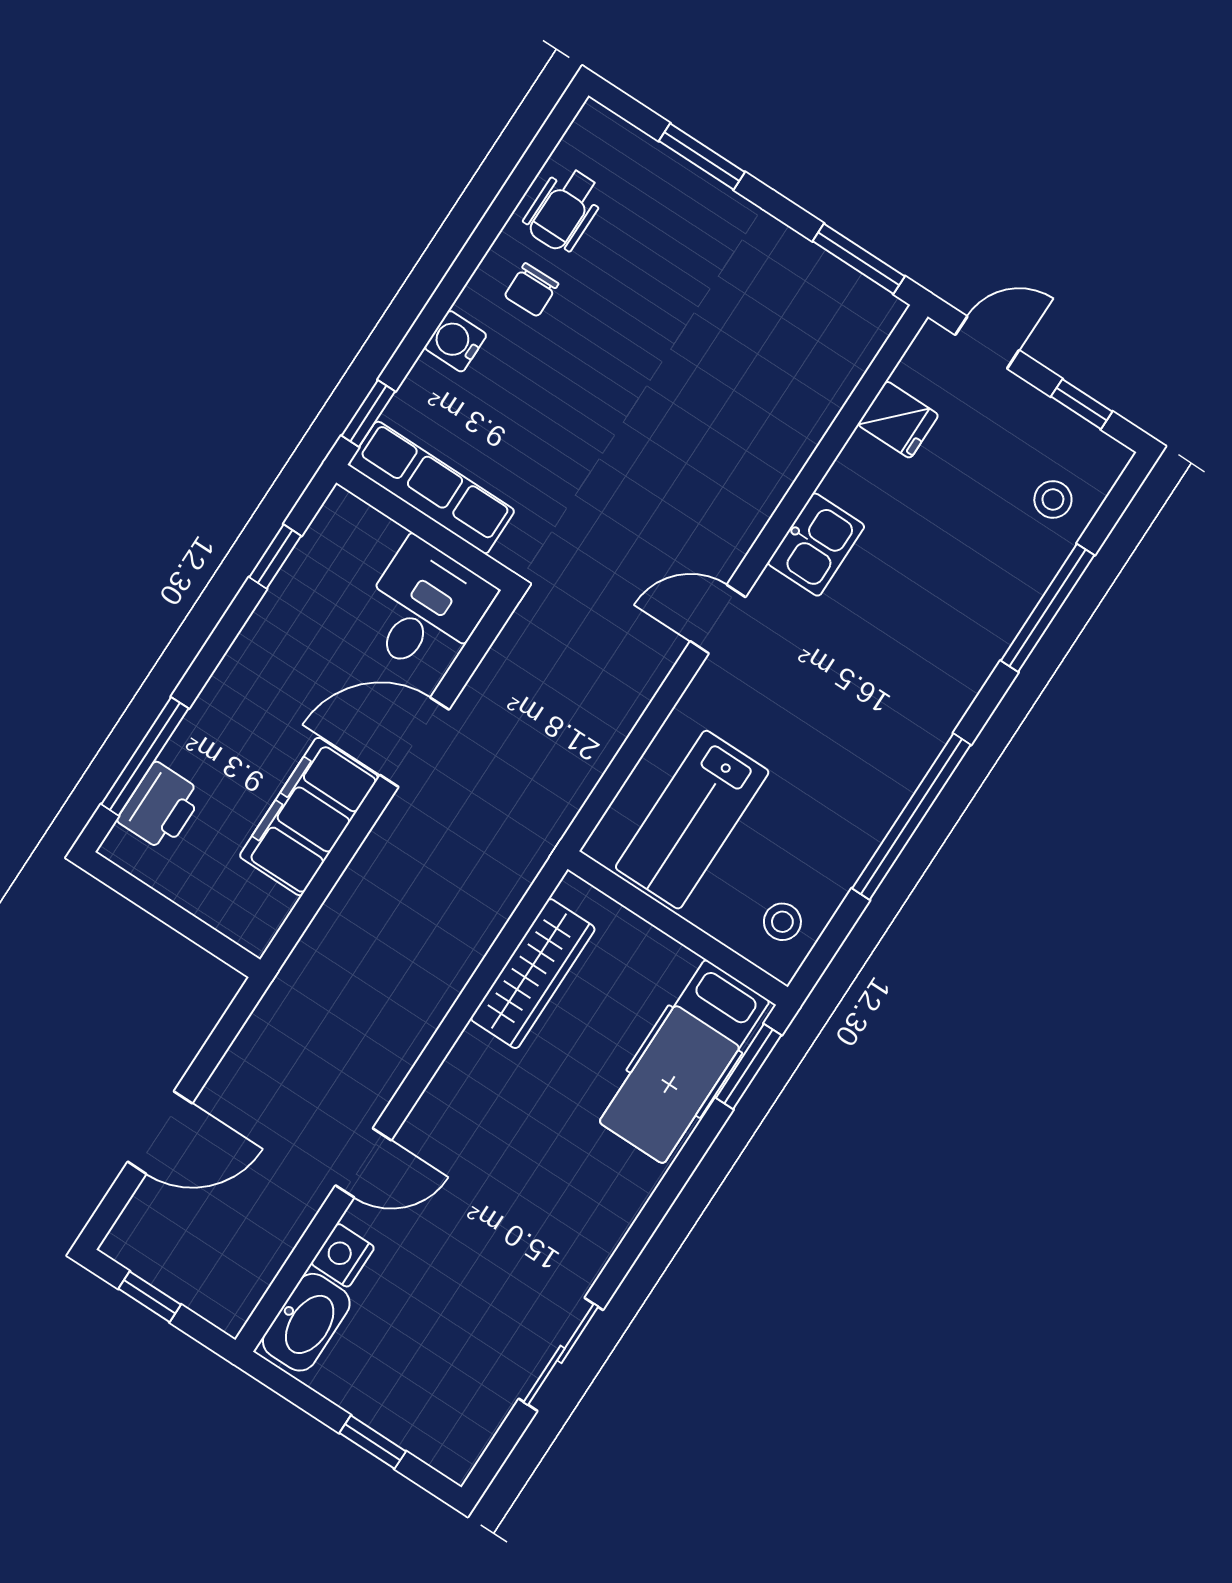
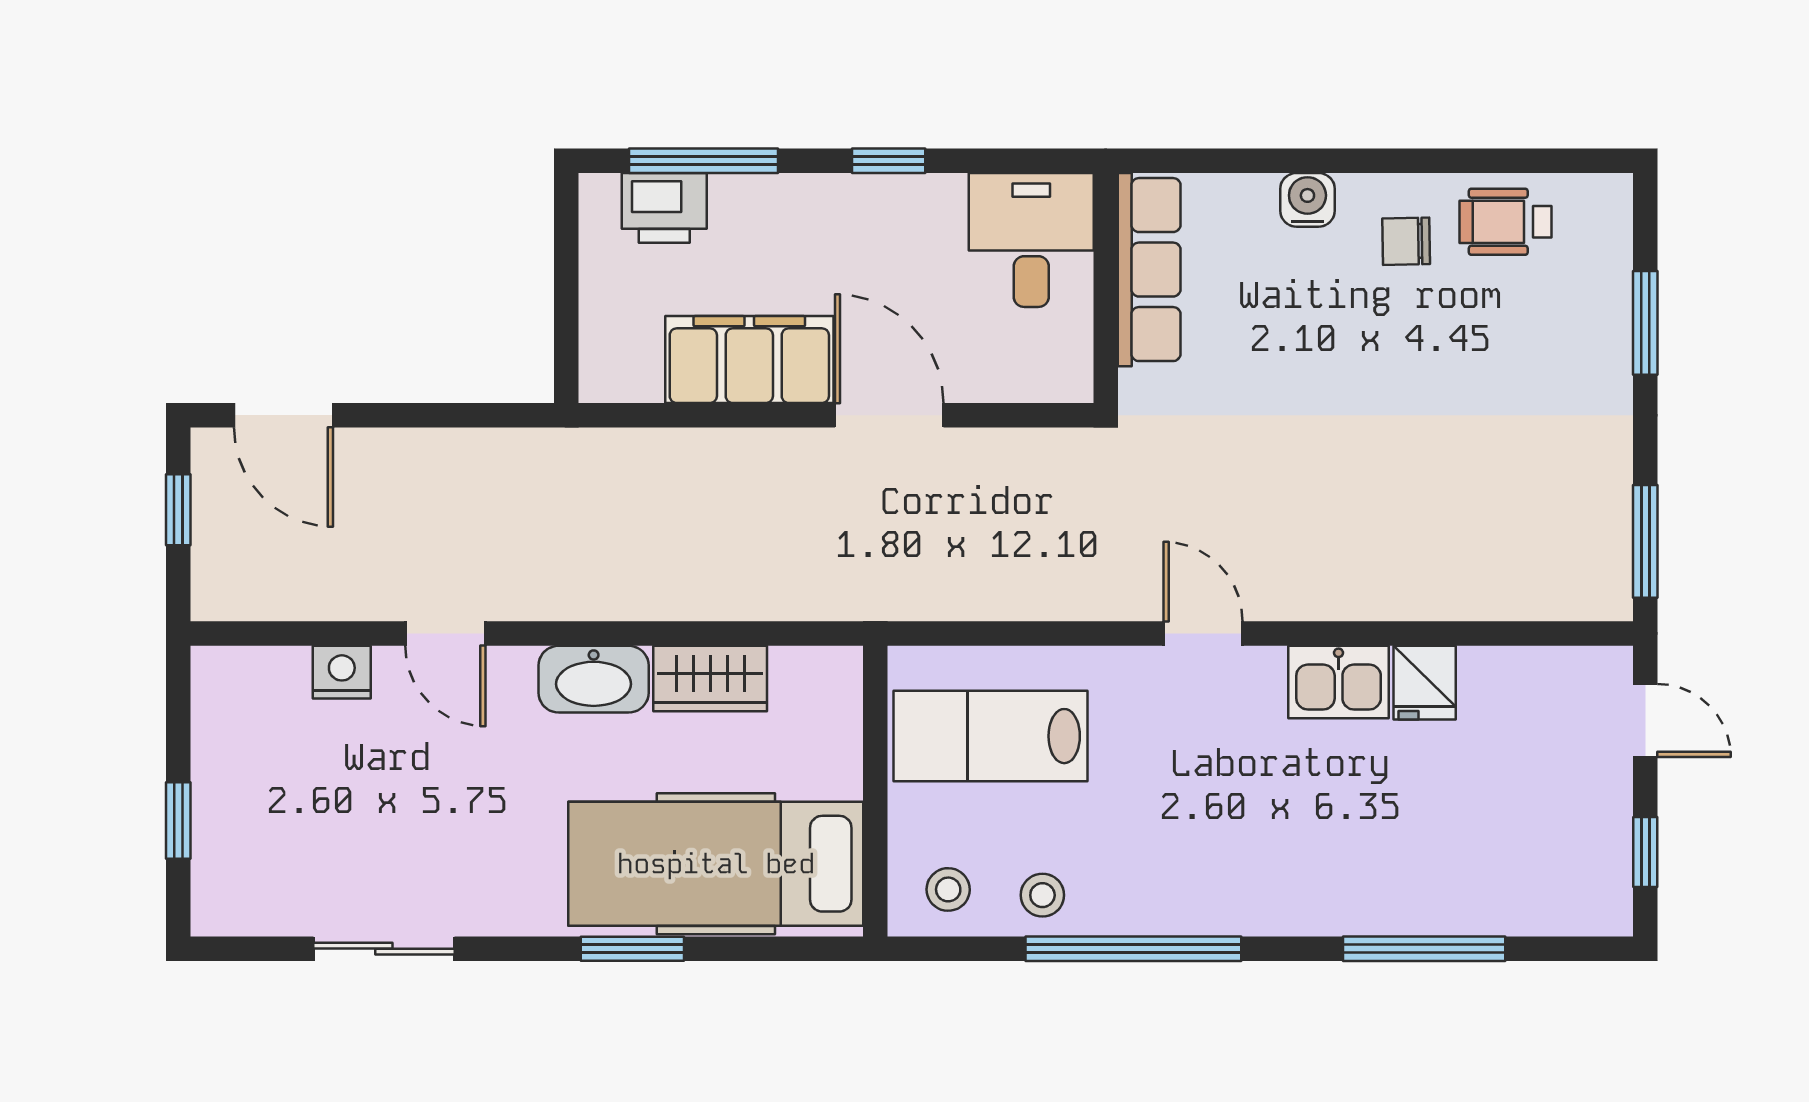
window: (368, 414) -> (1181, 161), removed
fridge: (898, 420) -> (1425, 683), moved
stool: (1053, 499) -> (1042, 895), moved
window: (275, 556) -> (889, 161), moved
desk: (425, 609) -> (1031, 240), moved, turned -90
wardrobe: (533, 974) -> (710, 678), width x0.67
hospital bed: (684, 1062) -> (716, 864), width x1.37, depth x1.29
window: (749, 1066) -> (632, 949), moved
door: (160, 1133) -> (283, 415), moved
washbasin: (306, 1322) -> (594, 679), moved

